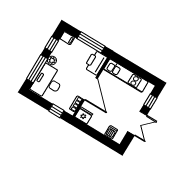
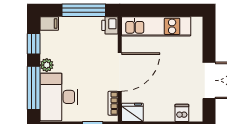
printer: (96, 63) -> (110, 25), width x0.53, depth x0.68
door: (90, 89) -> (120, 72), hinge flipped
window: (150, 101) -> (209, 41), removed

